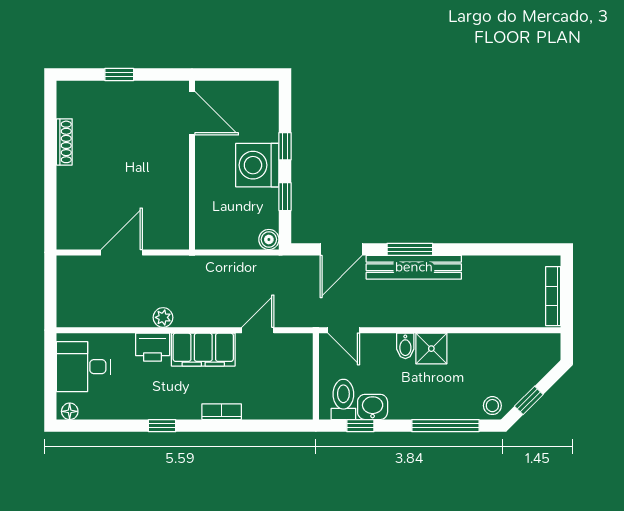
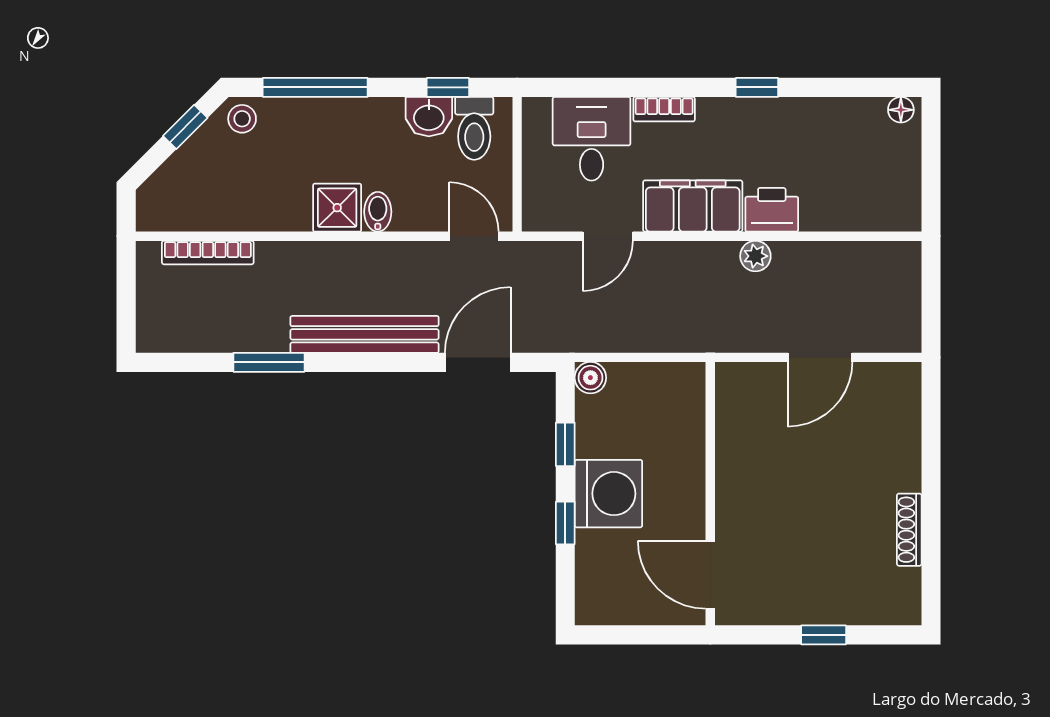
window: (410, 249) -> (269, 362), moved
bookcase: (553, 296) -> (208, 253), moved, turned 90
desk: (83, 367) -> (592, 139), moved, turned -90

